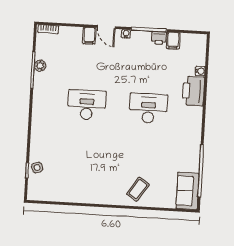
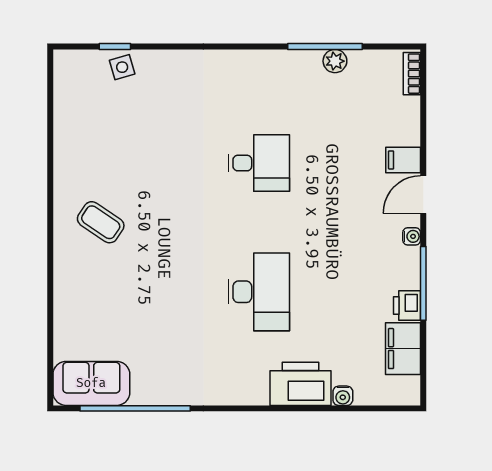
filing cabinet: (173, 41) -> (403, 349), width x2.00
desk: (87, 105) -> (259, 163), width x0.73
coffee table: (138, 189) -> (101, 222), moved

